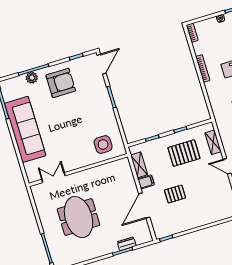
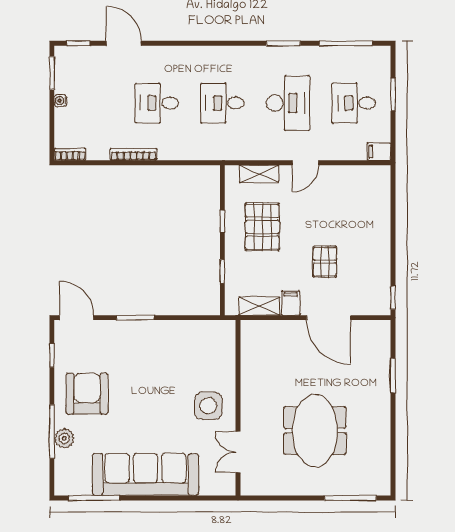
side table: (103, 144) -> (208, 406), moved
meeting table: (79, 217) -> (315, 431), turned 90
dresser: (127, 244) -> (382, 365), removed

